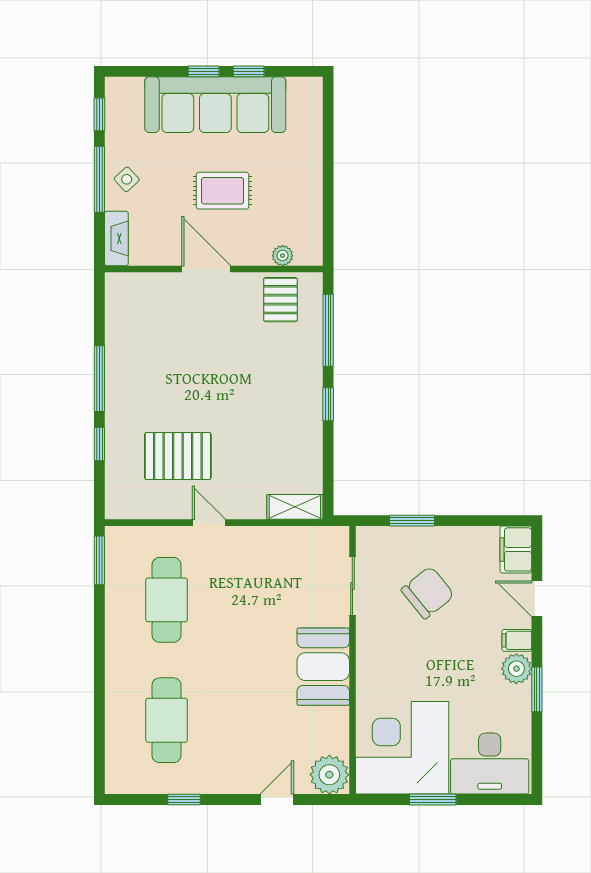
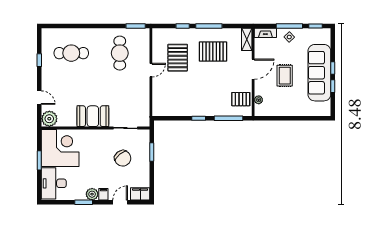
pallet: (163, 369) -> (213, 52), added
shelving: (295, 507) -> (247, 39), moved
cafe table: (167, 600) -> (120, 53), turned 90

